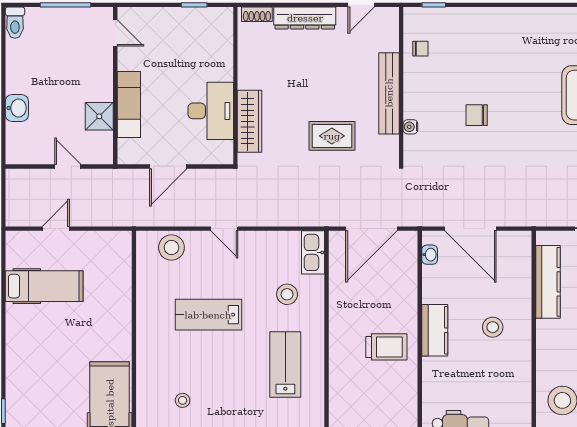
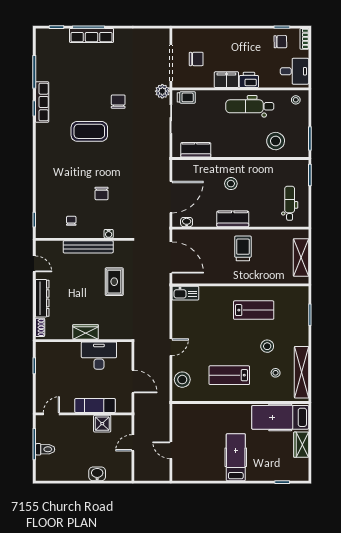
toilet: (15, 23) -> (45, 449), moved
chair: (420, 49) -> (71, 221), moved
wardrobe: (250, 121) -> (86, 332), moved, width x0.67
kitchen counter: (548, 282) -> (196, 150), width x0.67
hospital bed: (44, 286) -> (236, 457), moved
stool: (287, 294) -> (267, 346), moved
lab bench: (208, 315) -> (229, 375), moved, turned 90
lab bench: (285, 364) -> (254, 310), turned 180

